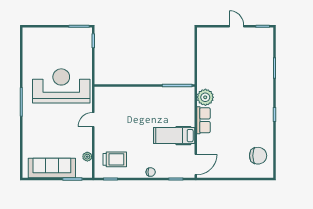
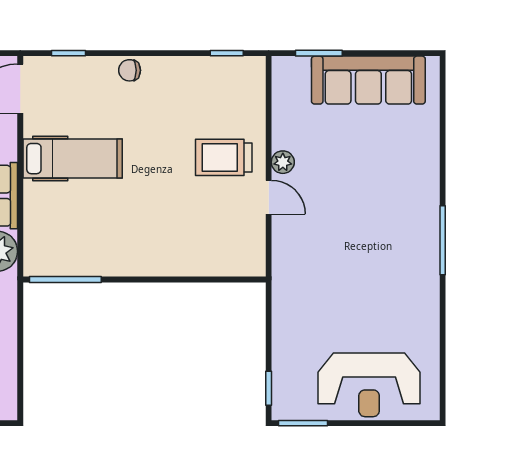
reception desk: (61, 86) -> (369, 385), moved, width x0.74, depth x0.77
door: (93, 120) -> (269, 197), hinge flipped
plant: (87, 157) -> (283, 162), moved
trolley: (115, 159) -> (224, 157), moved

